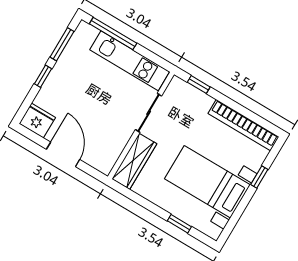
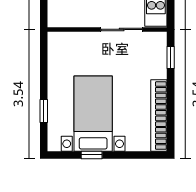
wardrobe: (134, 161) -> (74, 42), removed
window: (259, 177) -> (92, 155), moved

